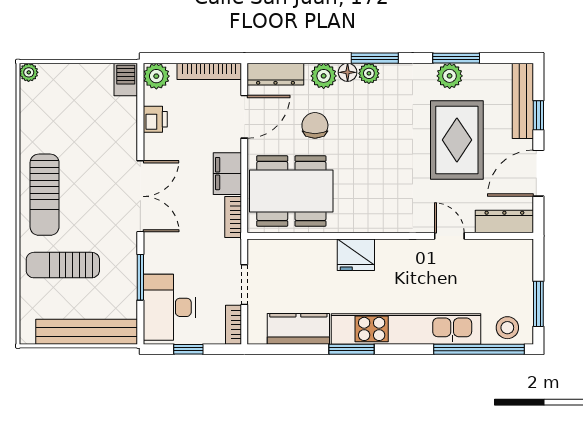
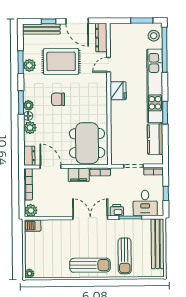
dresser: (275, 74) -> (29, 156), width x0.70
printer: (155, 119) -> (117, 210), moved
chair: (315, 125) -> (58, 99), moved
fridge: (356, 255) -> (118, 91), moved
desk: (169, 307) -> (145, 203), width x0.73

